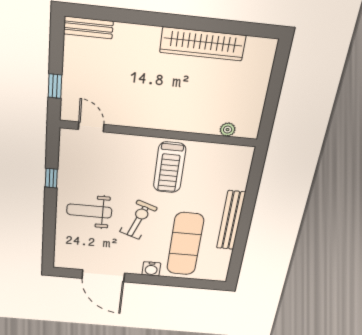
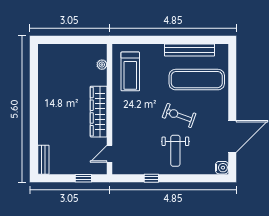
wardrobe: (203, 44) -> (99, 112), moved, turned 180
treadmill: (170, 167) -> (130, 71), moved, turned 90
bench: (231, 221) -> (189, 50), moved
water cooler: (151, 269) -> (222, 168), moved

